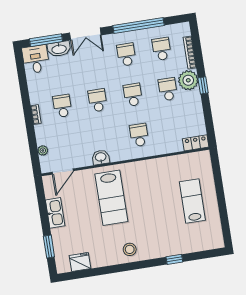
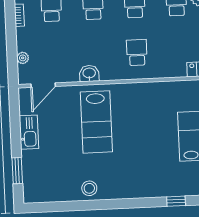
stool: (130, 249) -> (89, 188), moved
window: (174, 259) -> (176, 201), moved
fridge: (80, 262) -> (51, 193), removed

